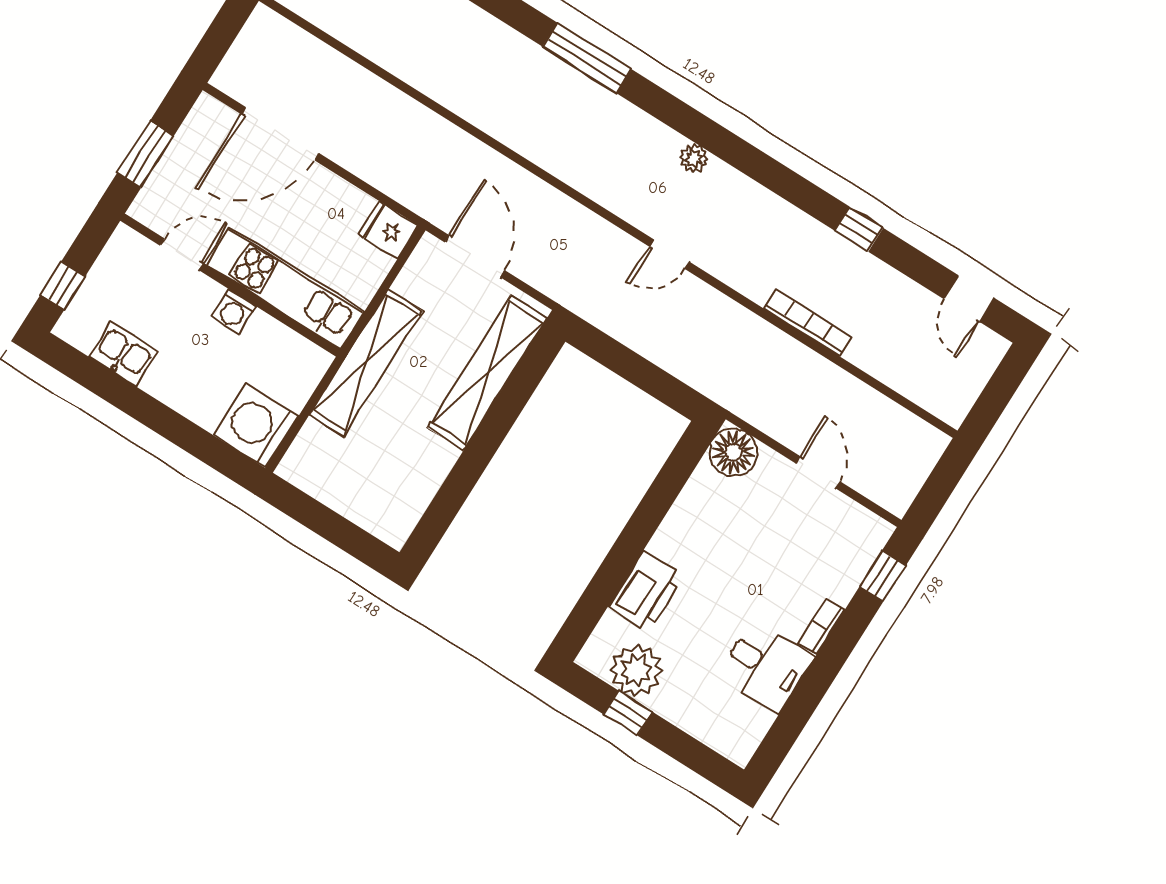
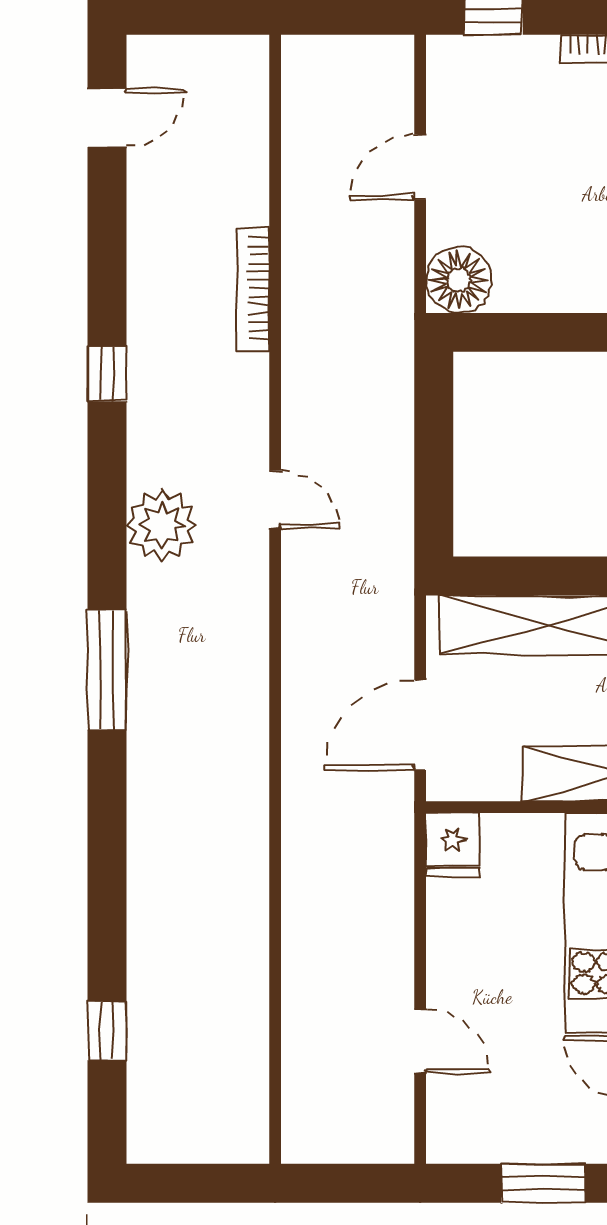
window: (587, 58) -> (107, 670), moved
door: (280, 134) -> (420, 1041), width x0.53
plant: (694, 158) -> (162, 525), width x1.88, depth x1.88
window: (859, 229) -> (107, 374), moved

